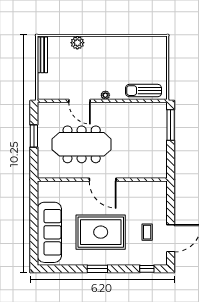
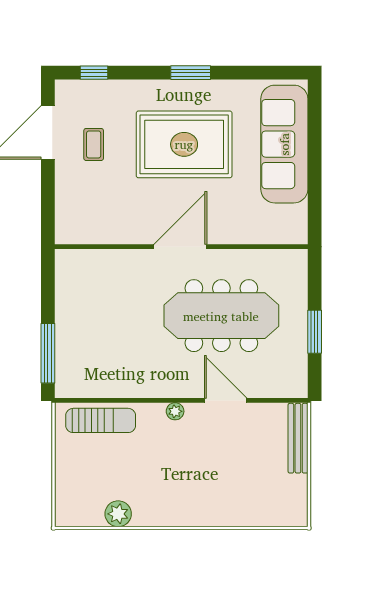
plant: (77, 43) -> (118, 514), moved
bench: (42, 55) -> (298, 438), moved
door: (103, 180) -> (180, 247), hinge flipped

